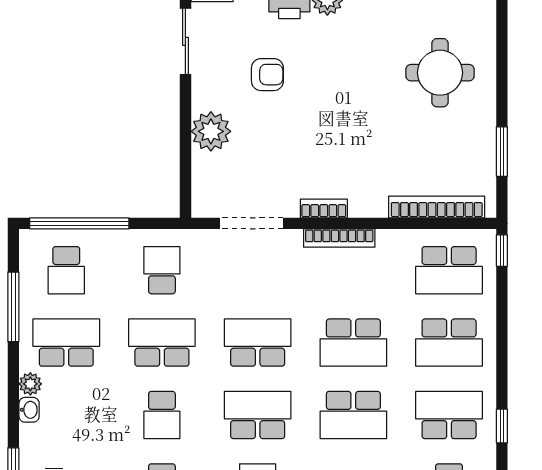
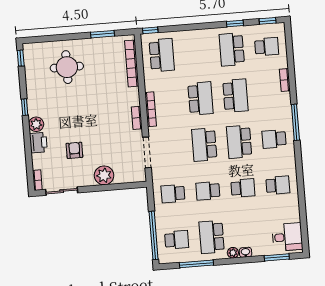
school desk: (162, 343) -> (208, 191), width x0.54
school desk: (449, 343) -> (197, 52), removed

